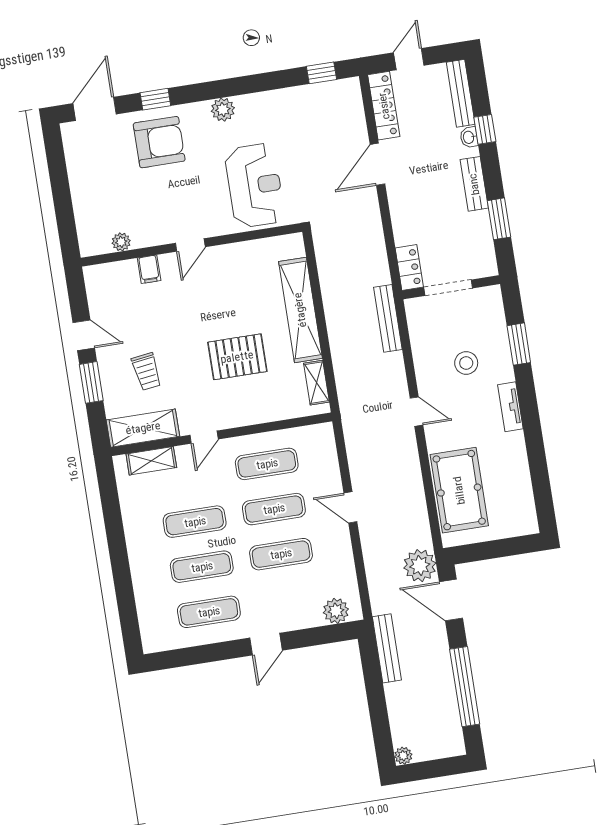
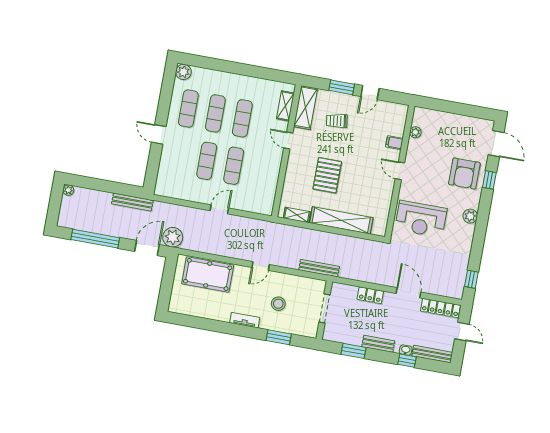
locker: (409, 267) -> (370, 295), moved
exercise mat: (267, 464) -> (261, 171), removed
plant: (336, 611) -> (183, 72), moved

